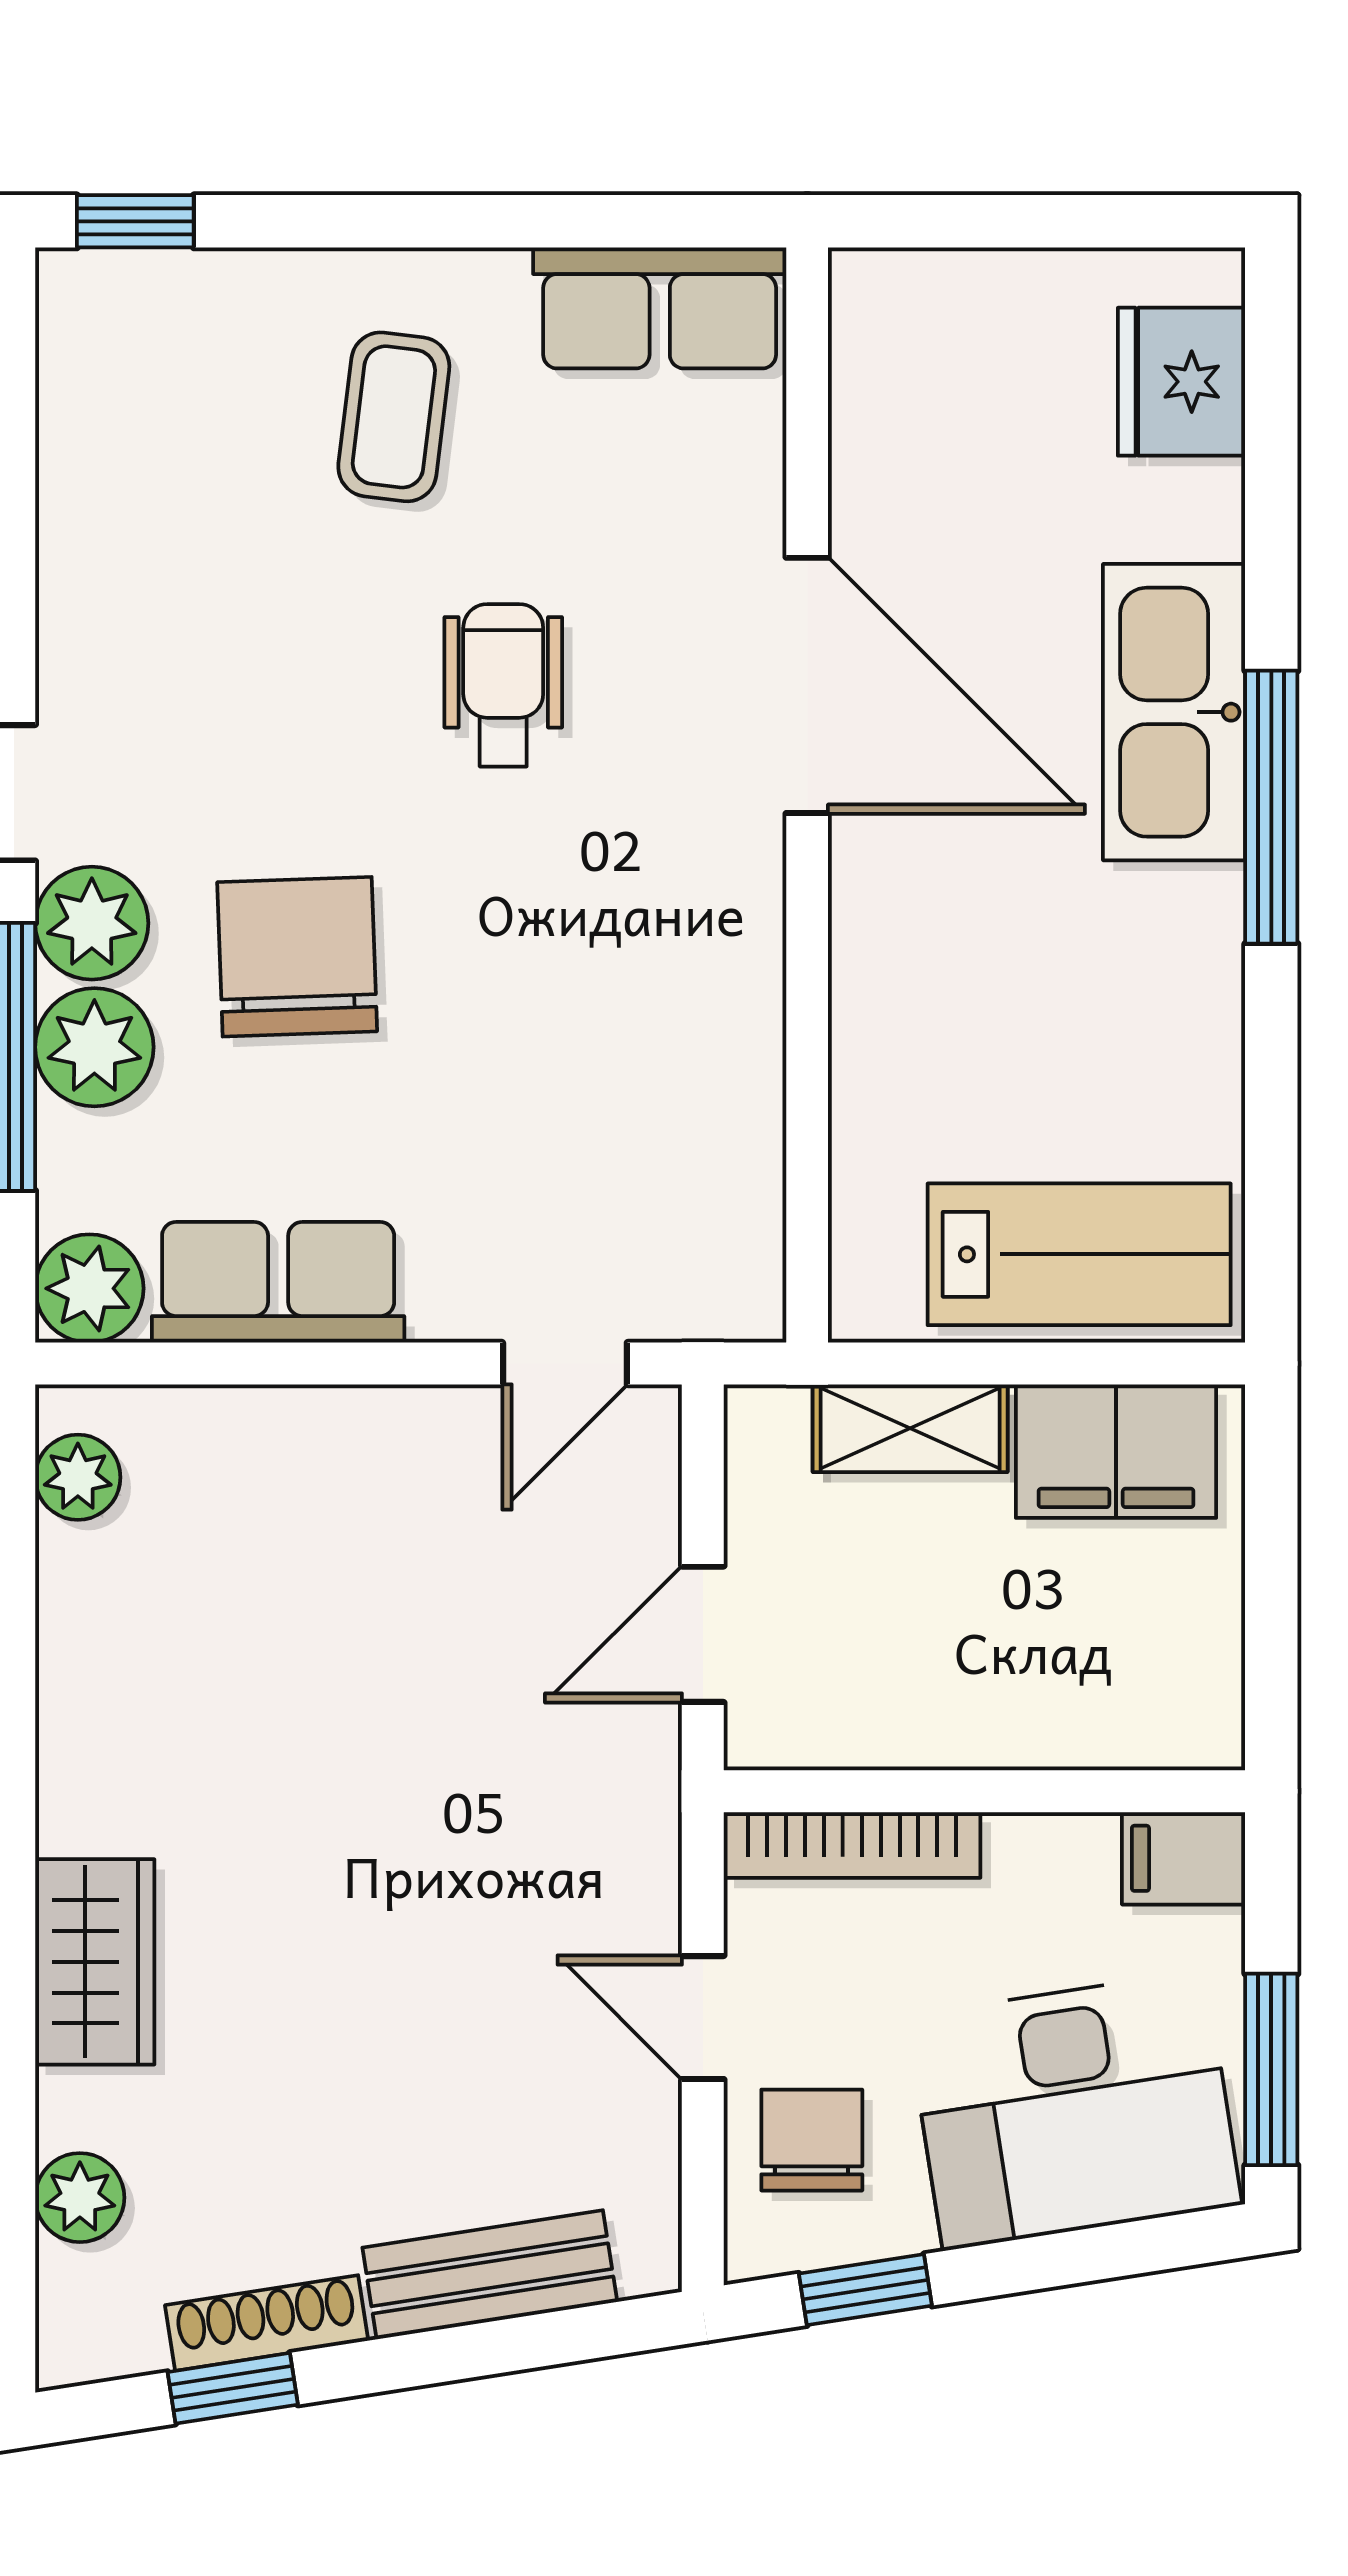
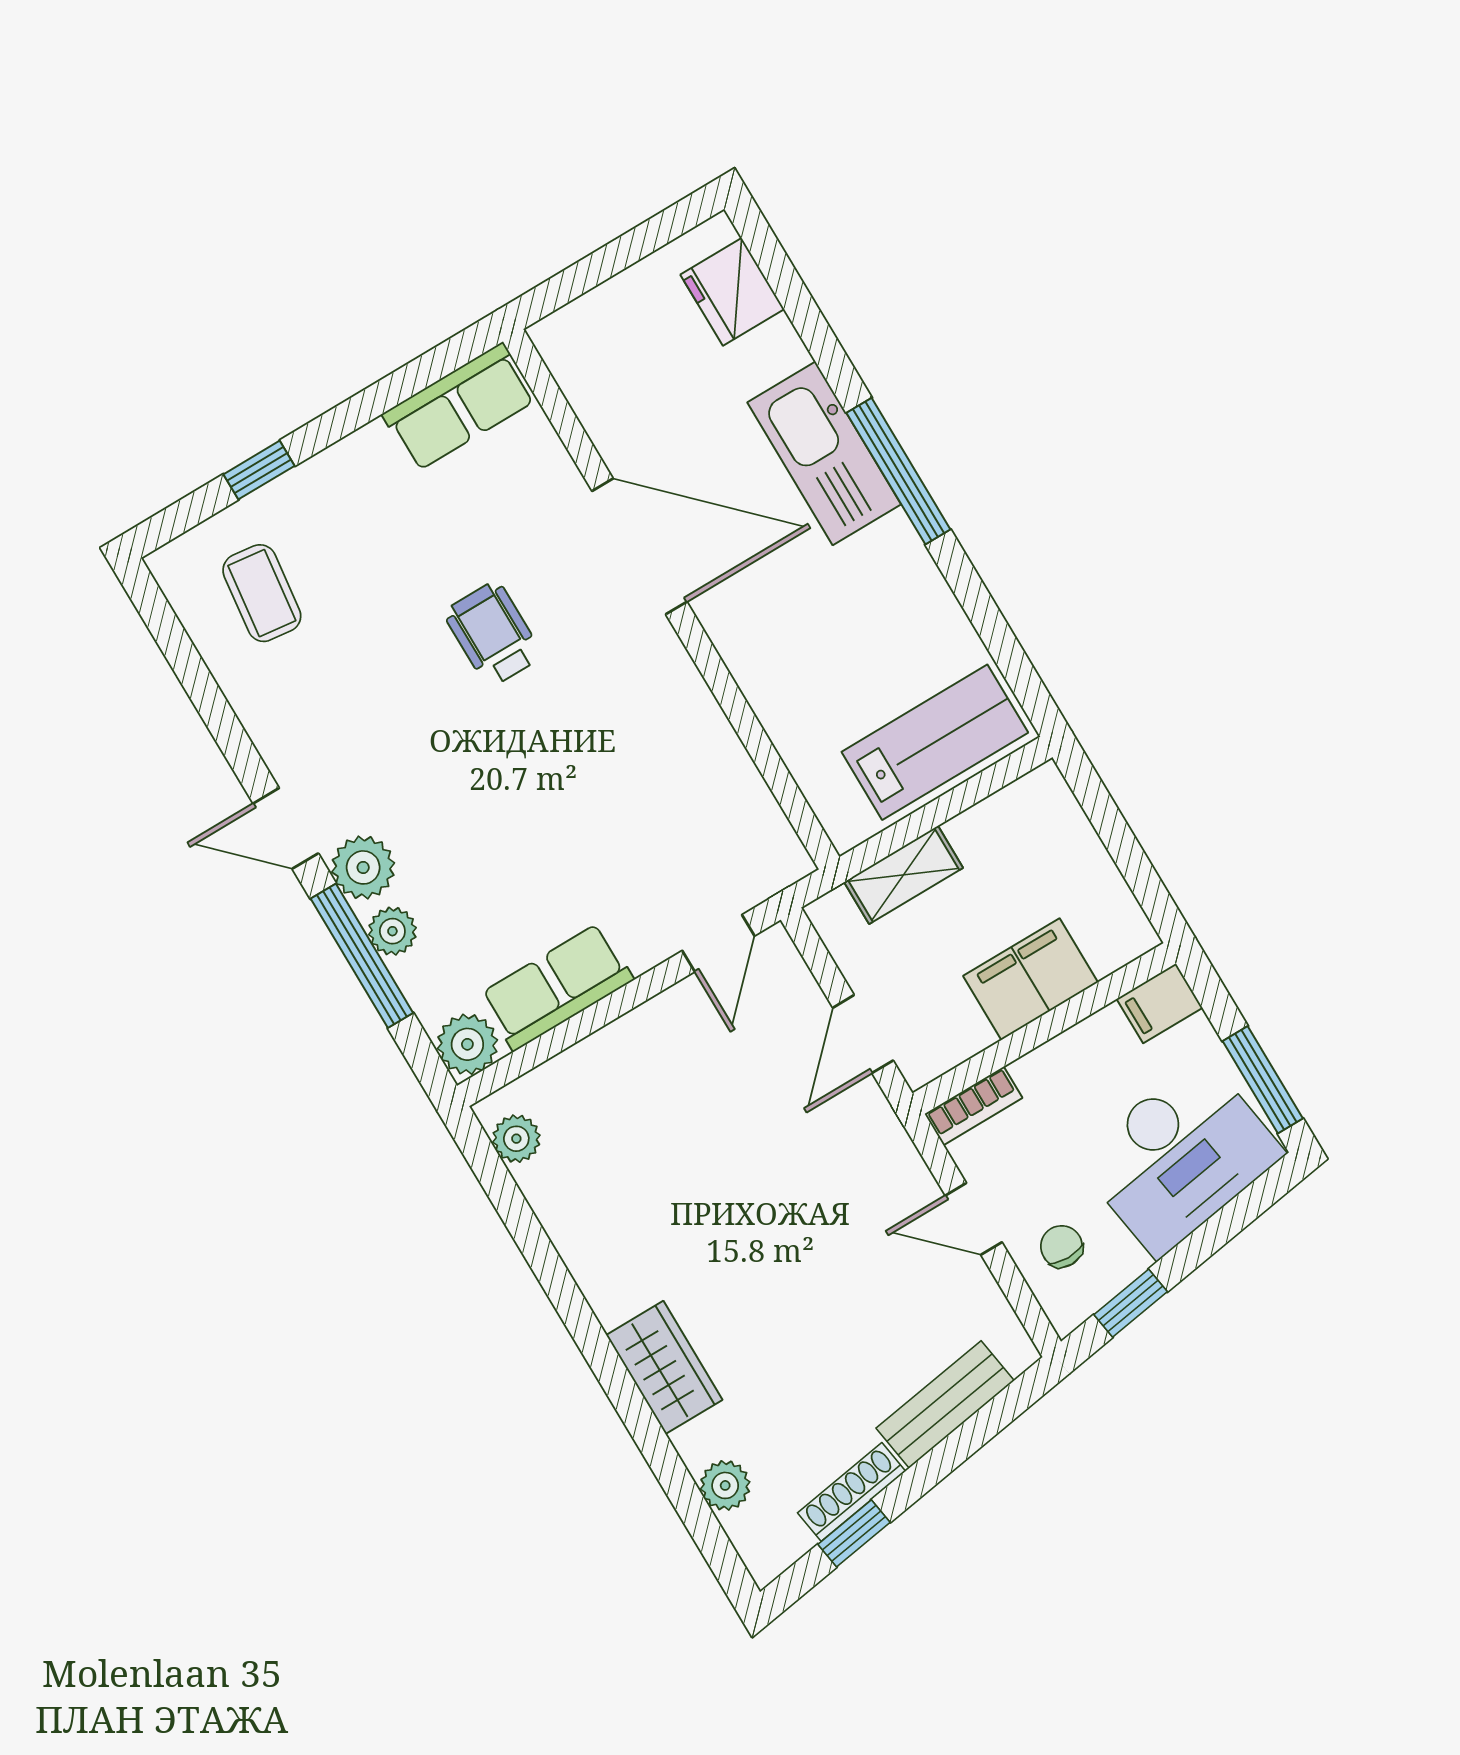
window: (135, 221) -> (259, 470), moved
coffee table: (394, 417) -> (262, 593), moved
chair: (297, 957) -> (472, 824), removed
plant: (94, 1047) -> (392, 931), width x0.73, depth x0.73
filing cabinet: (1116, 1451) -> (1031, 979), moved, turned 180
bookcase: (852, 1845) -> (973, 1106), width x0.64
chair: (812, 2140) -> (1062, 1246), width x0.73, depth x0.73

